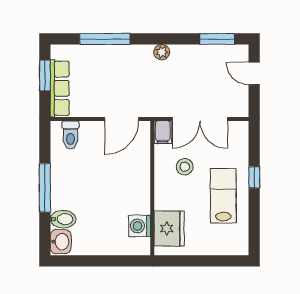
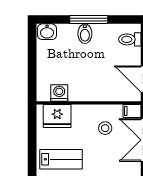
lab bench: (223, 196) -> (61, 159), moved
bidet: (63, 219) -> (85, 34), moved

